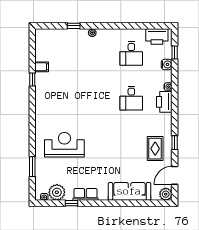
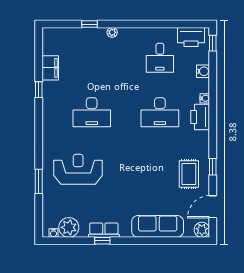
window: (175, 53) -> (213, 43), moved
filing cabinet: (42, 67) -> (50, 68), width x2.00
desk: (76, 98) -> (92, 112), added
desk: (131, 98) -> (160, 112), width x1.37
window: (32, 167) -> (39, 181), moved
window: (71, 203) -> (102, 241), moved

